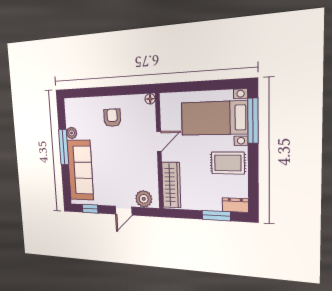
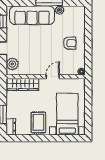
window: (253, 121) -> (65, 138), removed
door: (159, 141) -> (53, 77), swing flipped

